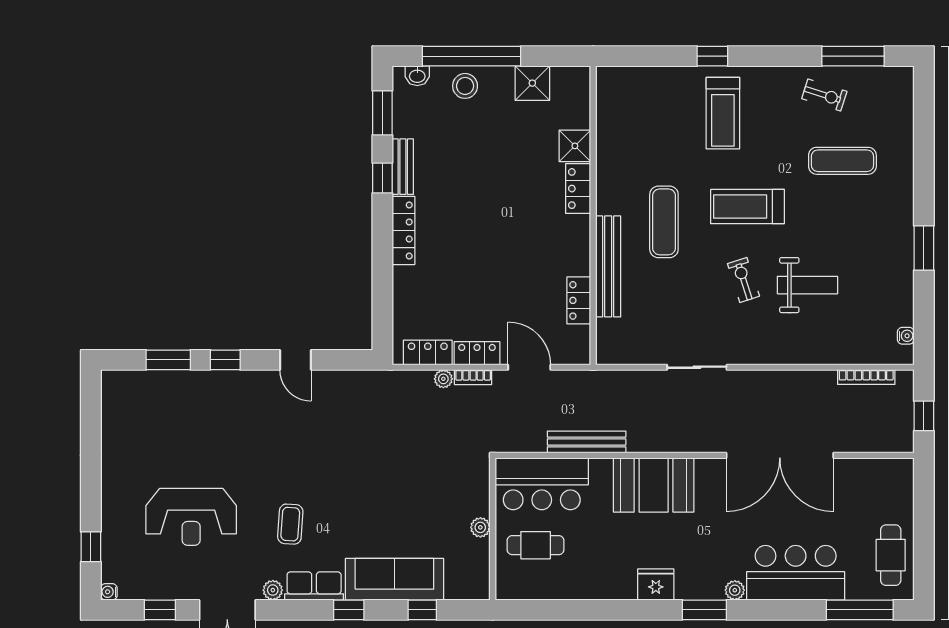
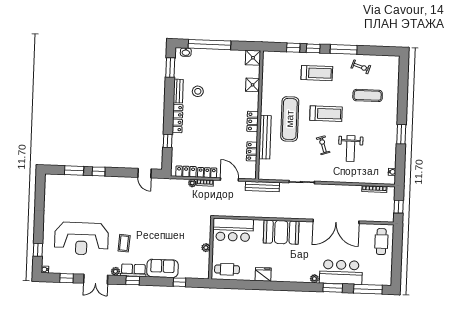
window: (666, 56) -> (293, 48), added
window: (853, 56) -> (344, 49), moved
shower: (532, 83) -> (253, 58), moved
stool: (465, 86) -> (198, 91), moved
treadmill: (723, 113) -> (317, 73), turned -90
window: (382, 178) -> (168, 141), moved
locker: (578, 189) -> (253, 121), moved
treadmill: (747, 207) -> (326, 114), turned 180
exercise mat: (664, 222) -> (290, 119), width x1.36, depth x1.45
weight bench: (807, 285) -> (351, 148), turned 90
door: (295, 360) -> (145, 173), moved
bench: (587, 442) -> (262, 186), moved
reception desk: (191, 517) -> (81, 239), width x1.36, depth x1.30
cafe table: (536, 545) -> (227, 269), moved
cafe table: (891, 555) -> (381, 242), moved
sofa: (394, 579) -> (162, 268), width x0.73
fridge: (656, 584) -> (263, 274), moved
window: (349, 610) -> (133, 280), moved
window: (704, 610) -> (333, 288), moved

